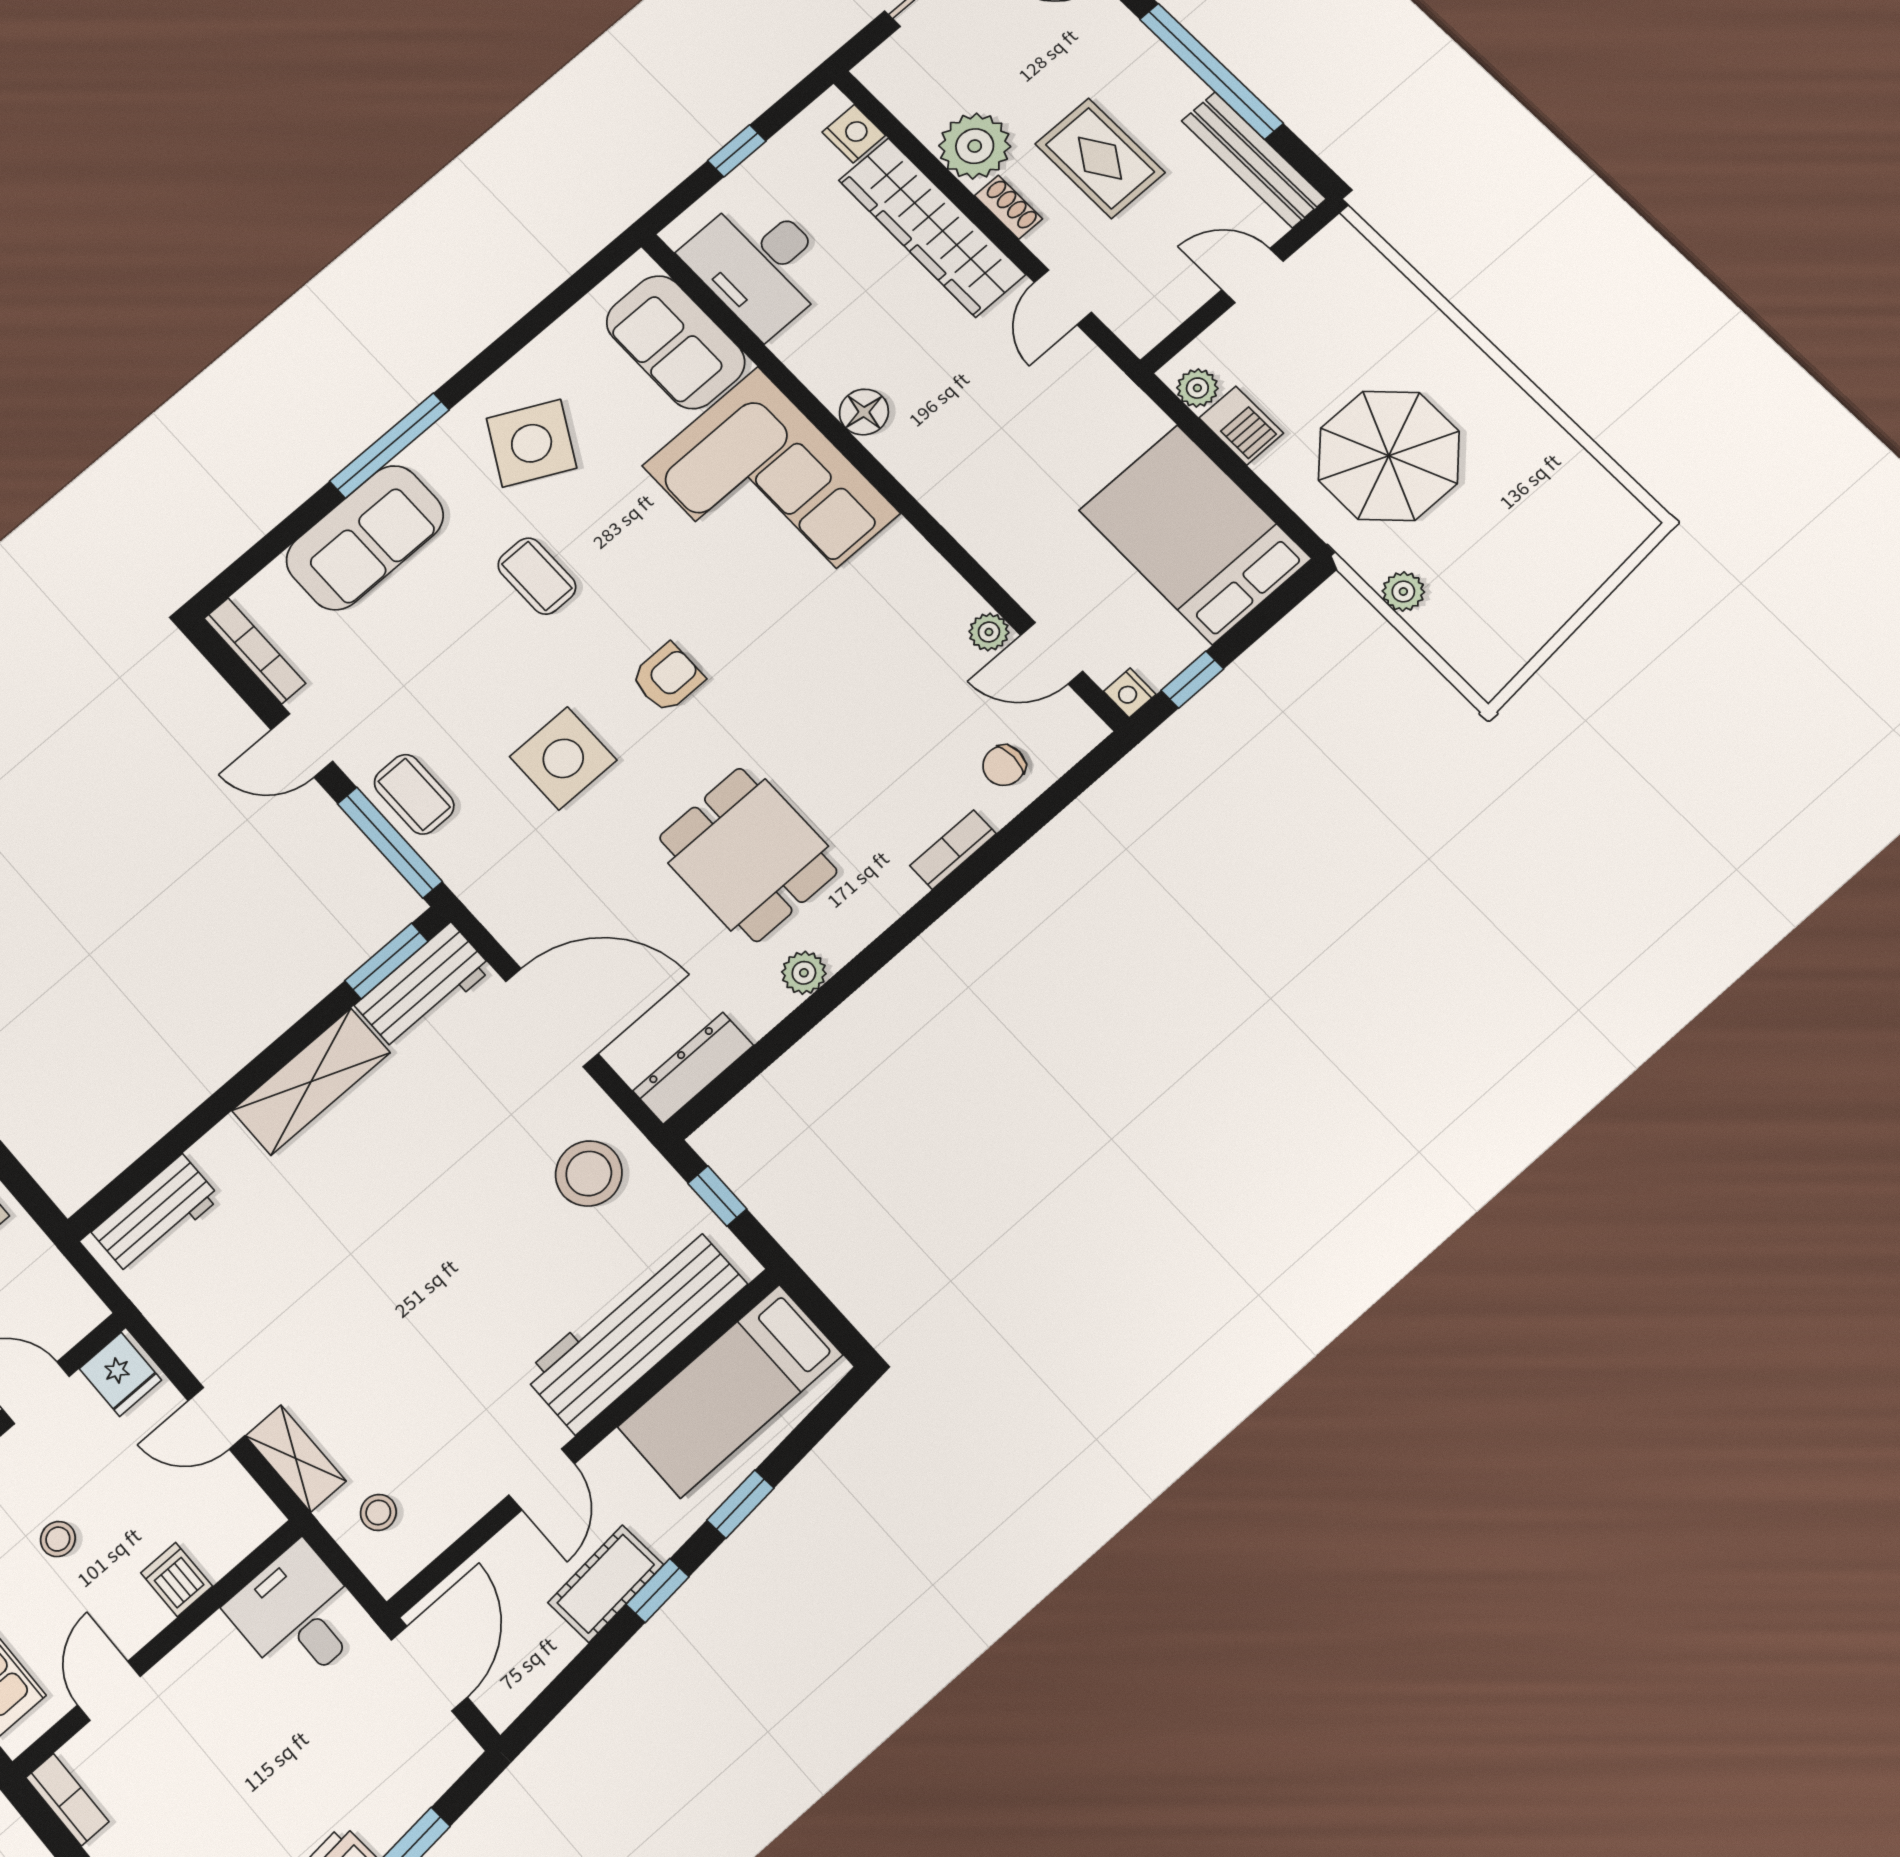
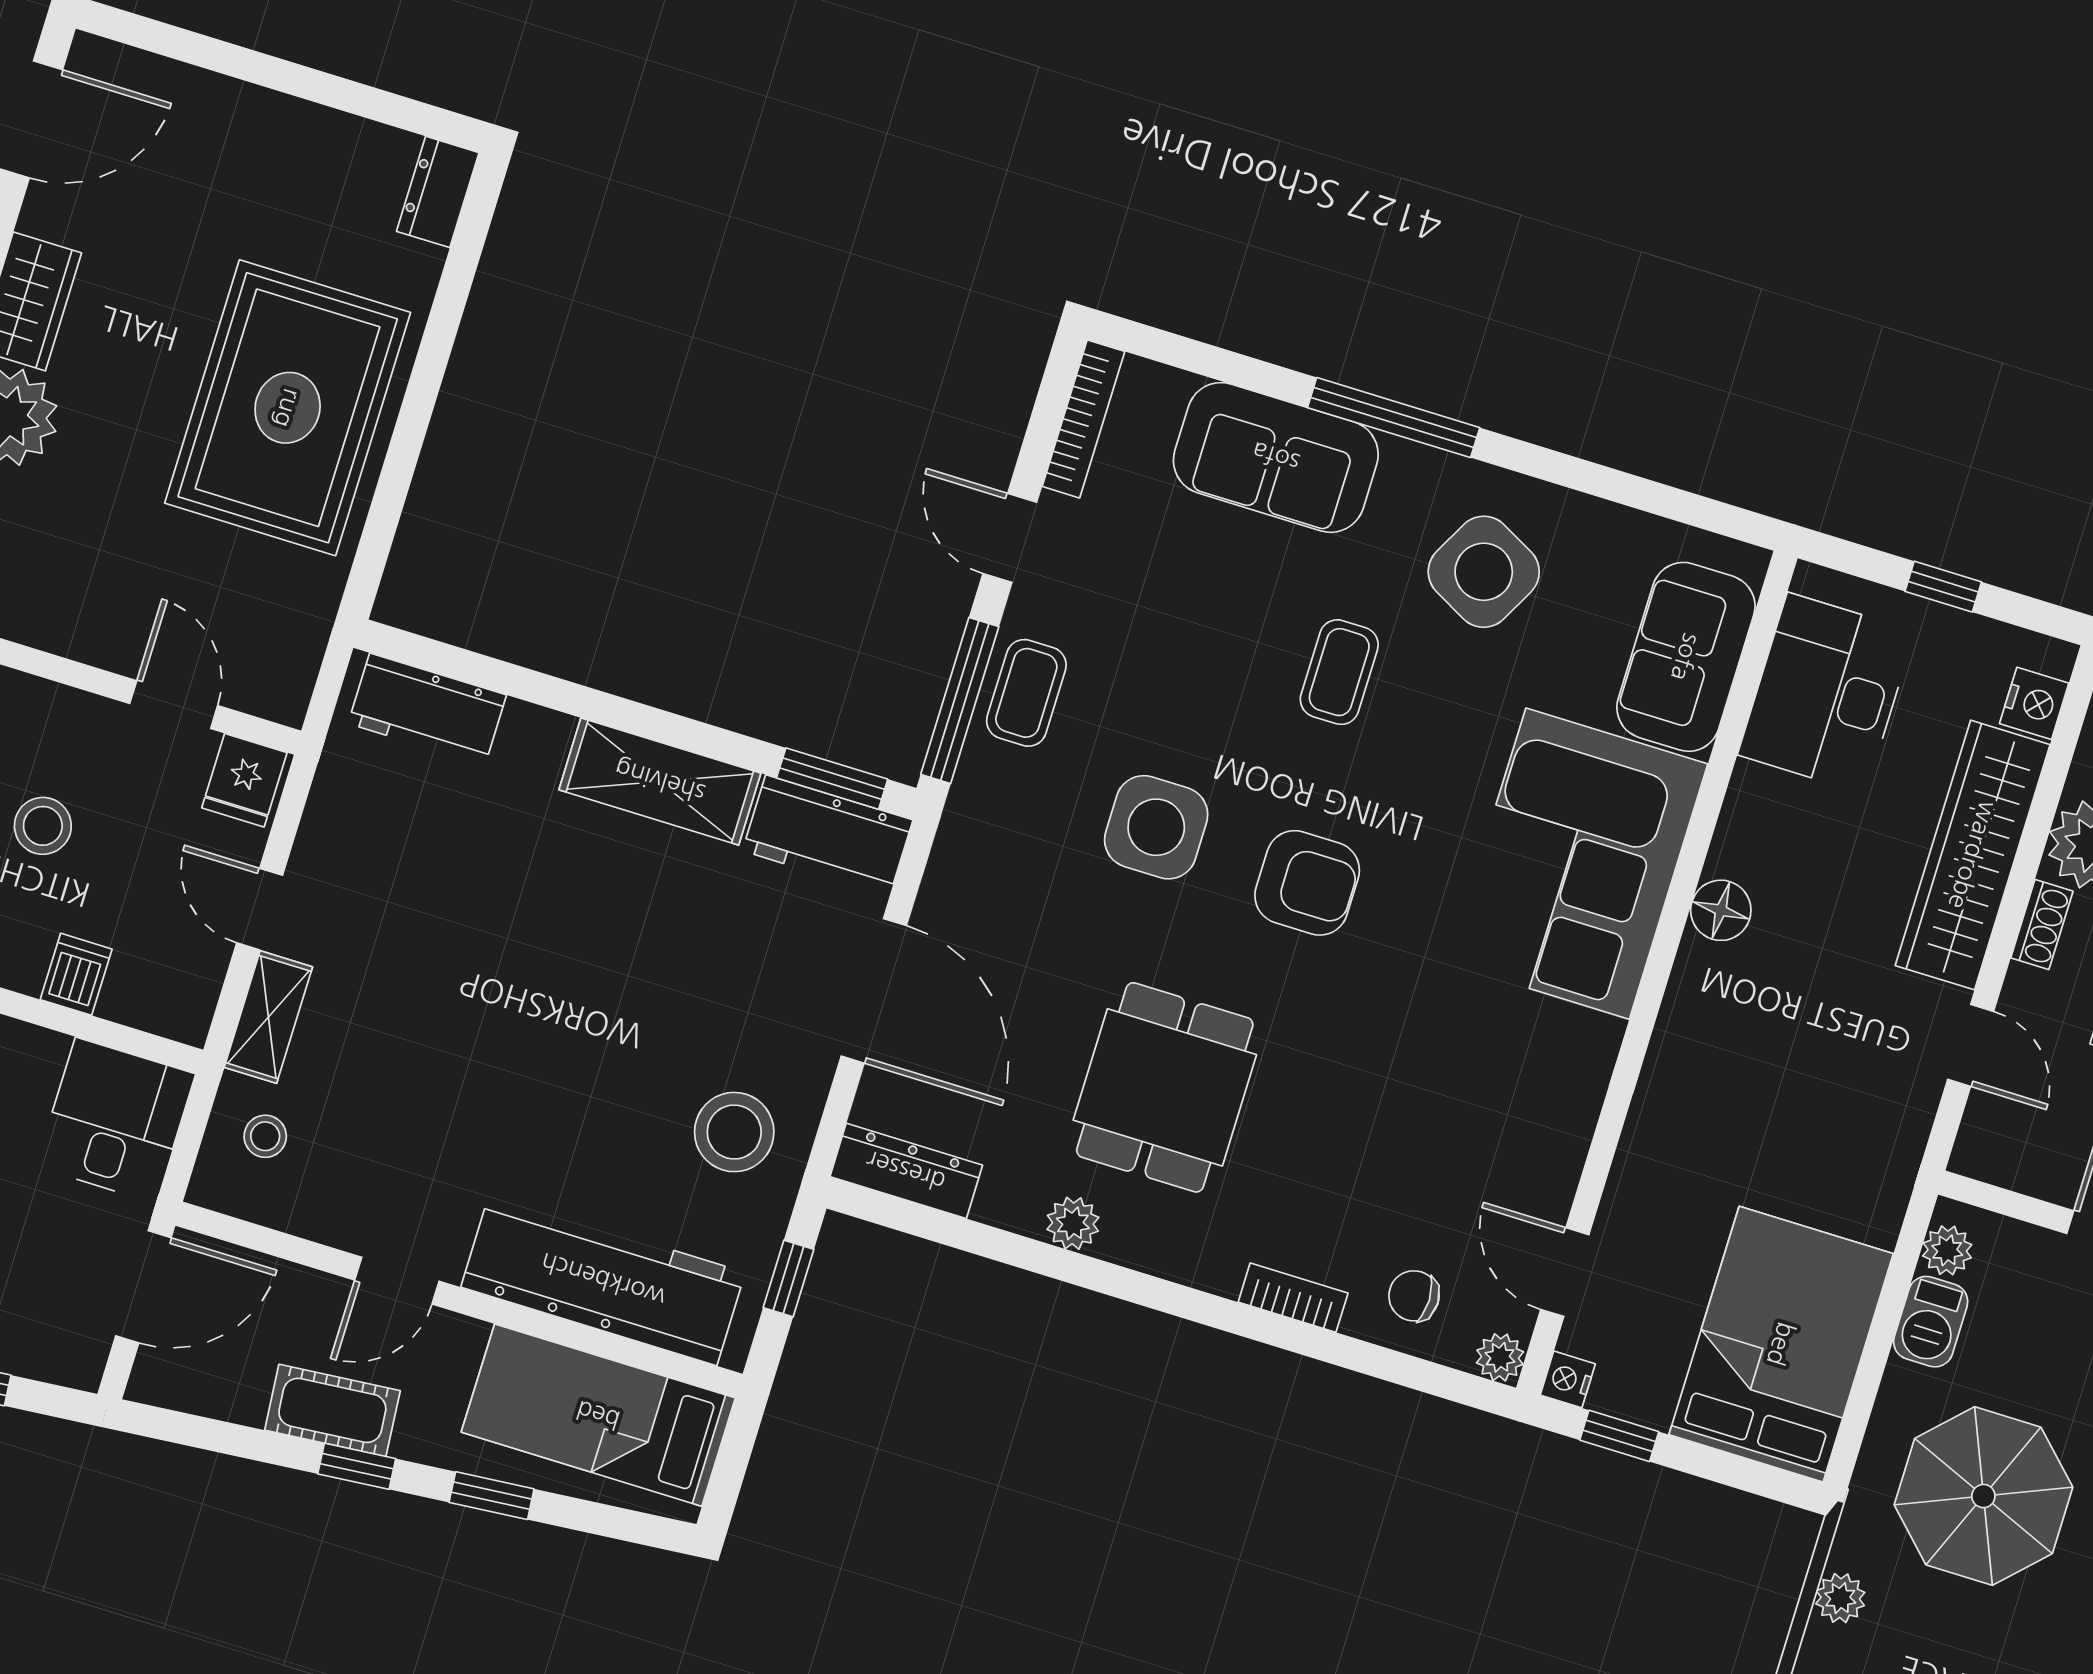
door: (1063, 297) -> (1971, 1045), swing flipped
plant: (989, 632) -> (1500, 1357), moved
armchair: (667, 678) -> (1307, 883), width x1.38, depth x1.38
stool: (58, 1539) -> (43, 826), width x1.37, depth x1.37

